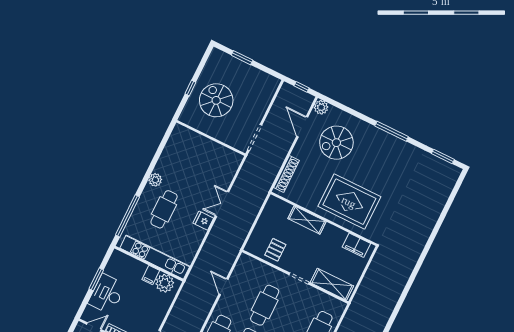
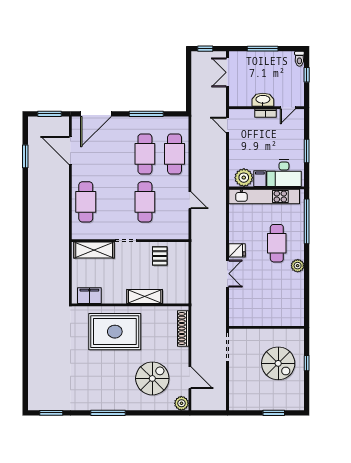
window: (301, 87) -> (208, 413), removed
desk: (107, 294) -> (284, 173), moved, turned 90

